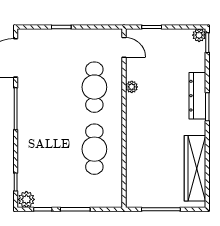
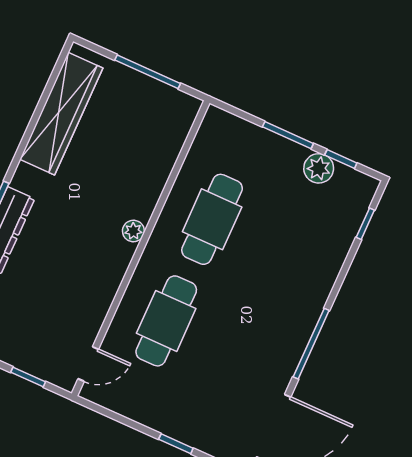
door: (124, 47) -> (88, 364), swing flipped
plant: (132, 87) -> (133, 231), moved
plant: (26, 199) -> (319, 168), moved

